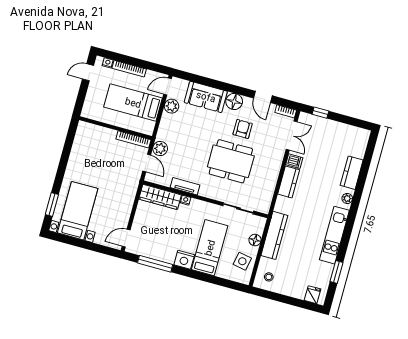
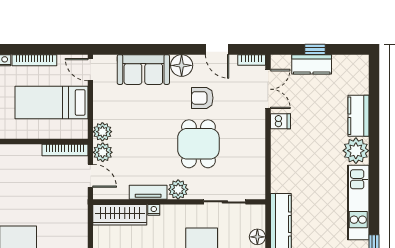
door: (168, 87) -> (90, 70), hinge flipped
plant: (172, 106) -> (102, 132), moved
window: (320, 113) -> (315, 49), moved
armchair: (243, 129) -> (202, 98), turned -90
dining table: (231, 161) -> (198, 144), width x0.73
kitchen counter: (289, 182) -> (312, 64), moved, turned 90
plant: (207, 190) -> (178, 189), added
plant: (347, 198) -> (356, 151), width x1.88, depth x1.88

